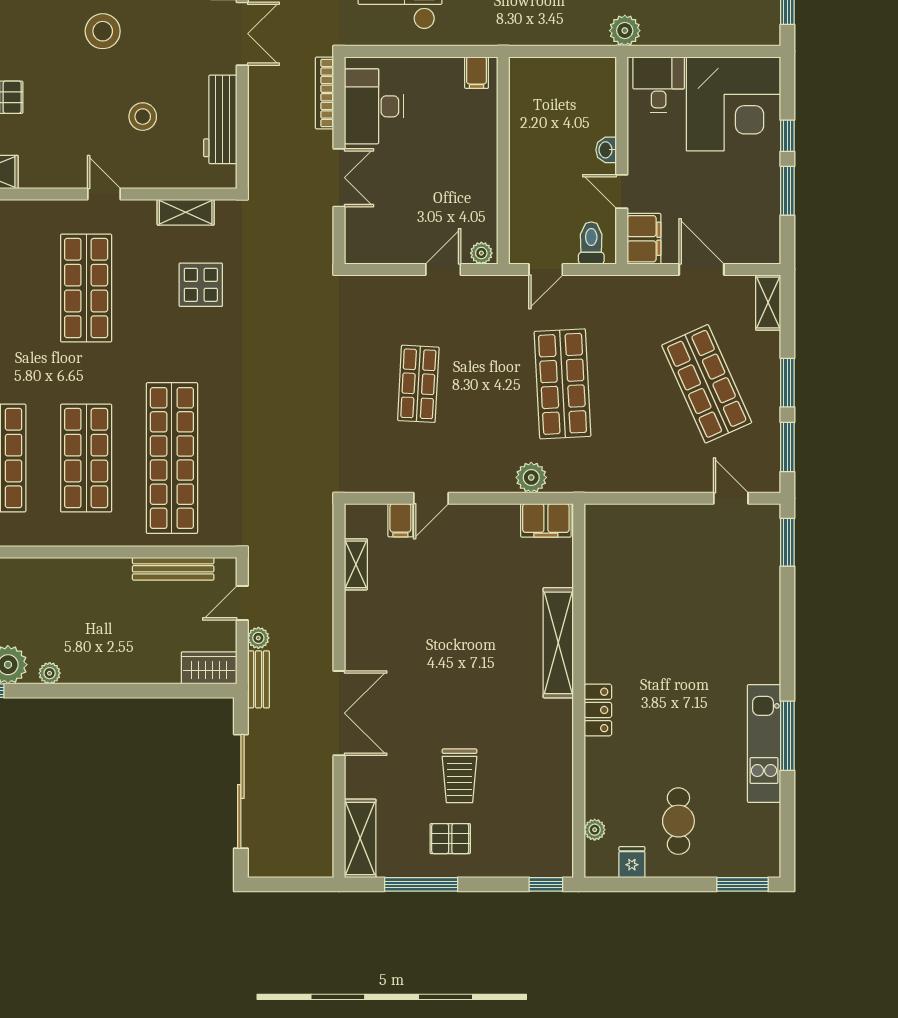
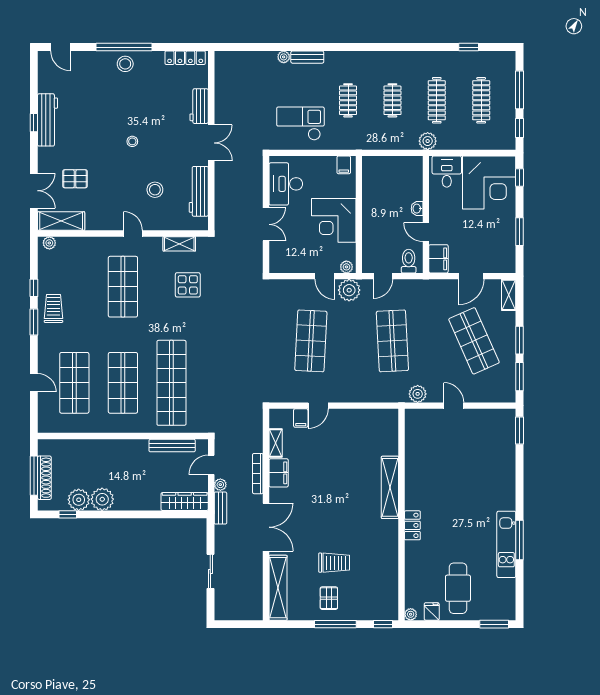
stool: (103, 31) -> (132, 141), width x0.53, depth x0.53
bookcase: (325, 93) -> (258, 474), moved
window: (787, 136) -> (520, 177), moved
corner desk: (459, 171) -> (334, 220), added
door: (443, 269) -> (325, 276), swing flipped
door: (702, 269) -> (471, 276), swing flipped
plant: (486, 294) -> (349, 290), added
shop shelf: (418, 384) -> (311, 341), width x1.43, depth x1.36
plant: (531, 477) -> (418, 394), moved
door: (731, 498) -> (454, 406), moved
filing cabinet: (546, 520) -> (279, 473), moved, turned -90
wardrobe: (209, 668) -> (185, 502), width x1.50
plant: (50, 673) -> (102, 499), width x1.87, depth x1.87
trolley: (459, 776) -> (334, 563), turned -90
sliding door: (241, 791) -> (210, 571), width x0.54
cafe table: (678, 821) -> (458, 588), width x1.37, depth x1.35
plant: (595, 830) -> (411, 614), moved
shelving: (360, 838) -> (278, 588), width x1.47
pallet: (450, 839) -> (329, 598), turned 90
window: (421, 884) -> (335, 624), moved

